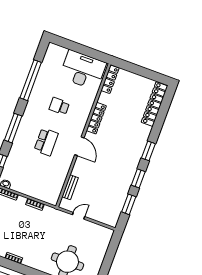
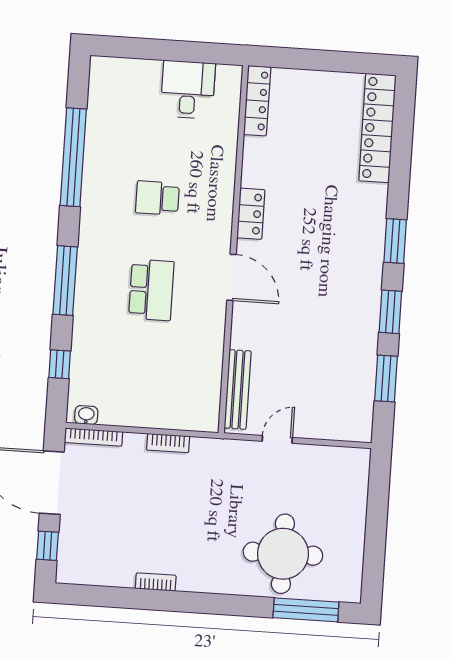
desk: (83, 70) -> (188, 90), width x0.53, depth x0.77
locker: (96, 118) -> (251, 214), width x0.66
bench: (70, 187) -> (238, 389), width x1.36

